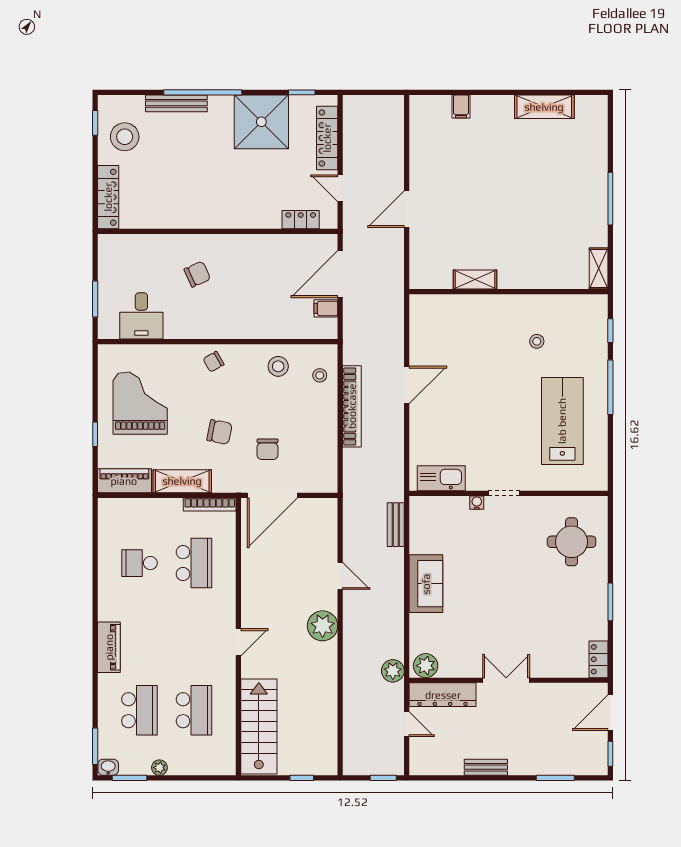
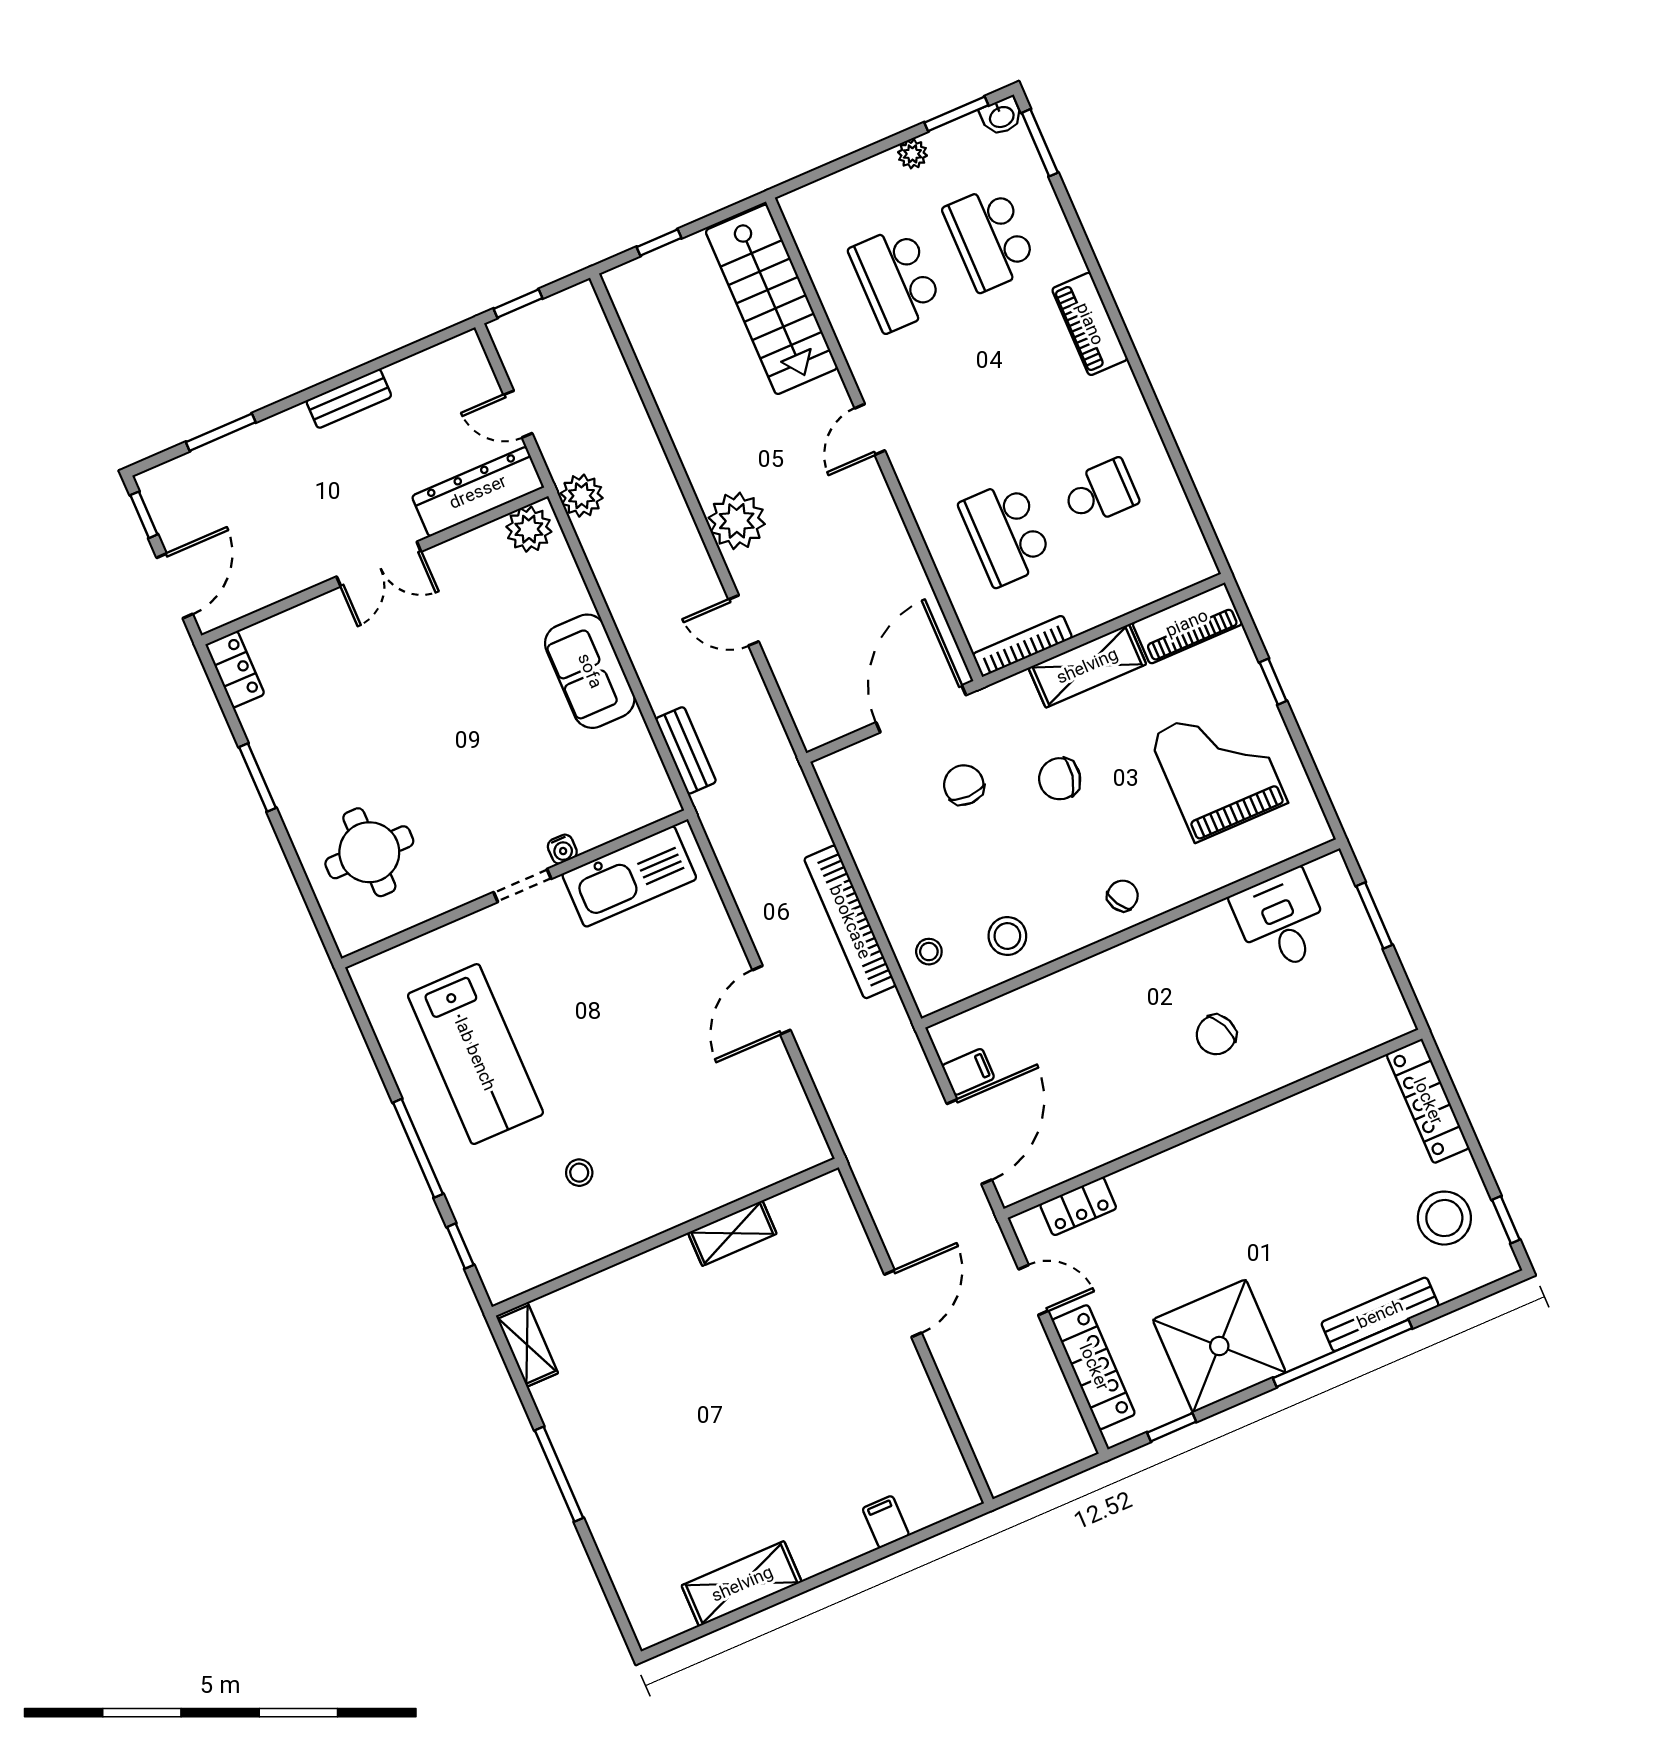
grand piano: (140, 403) -> (1218, 769), turned 180
kitchen sink: (441, 478) -> (629, 876), width x1.36, depth x1.24

